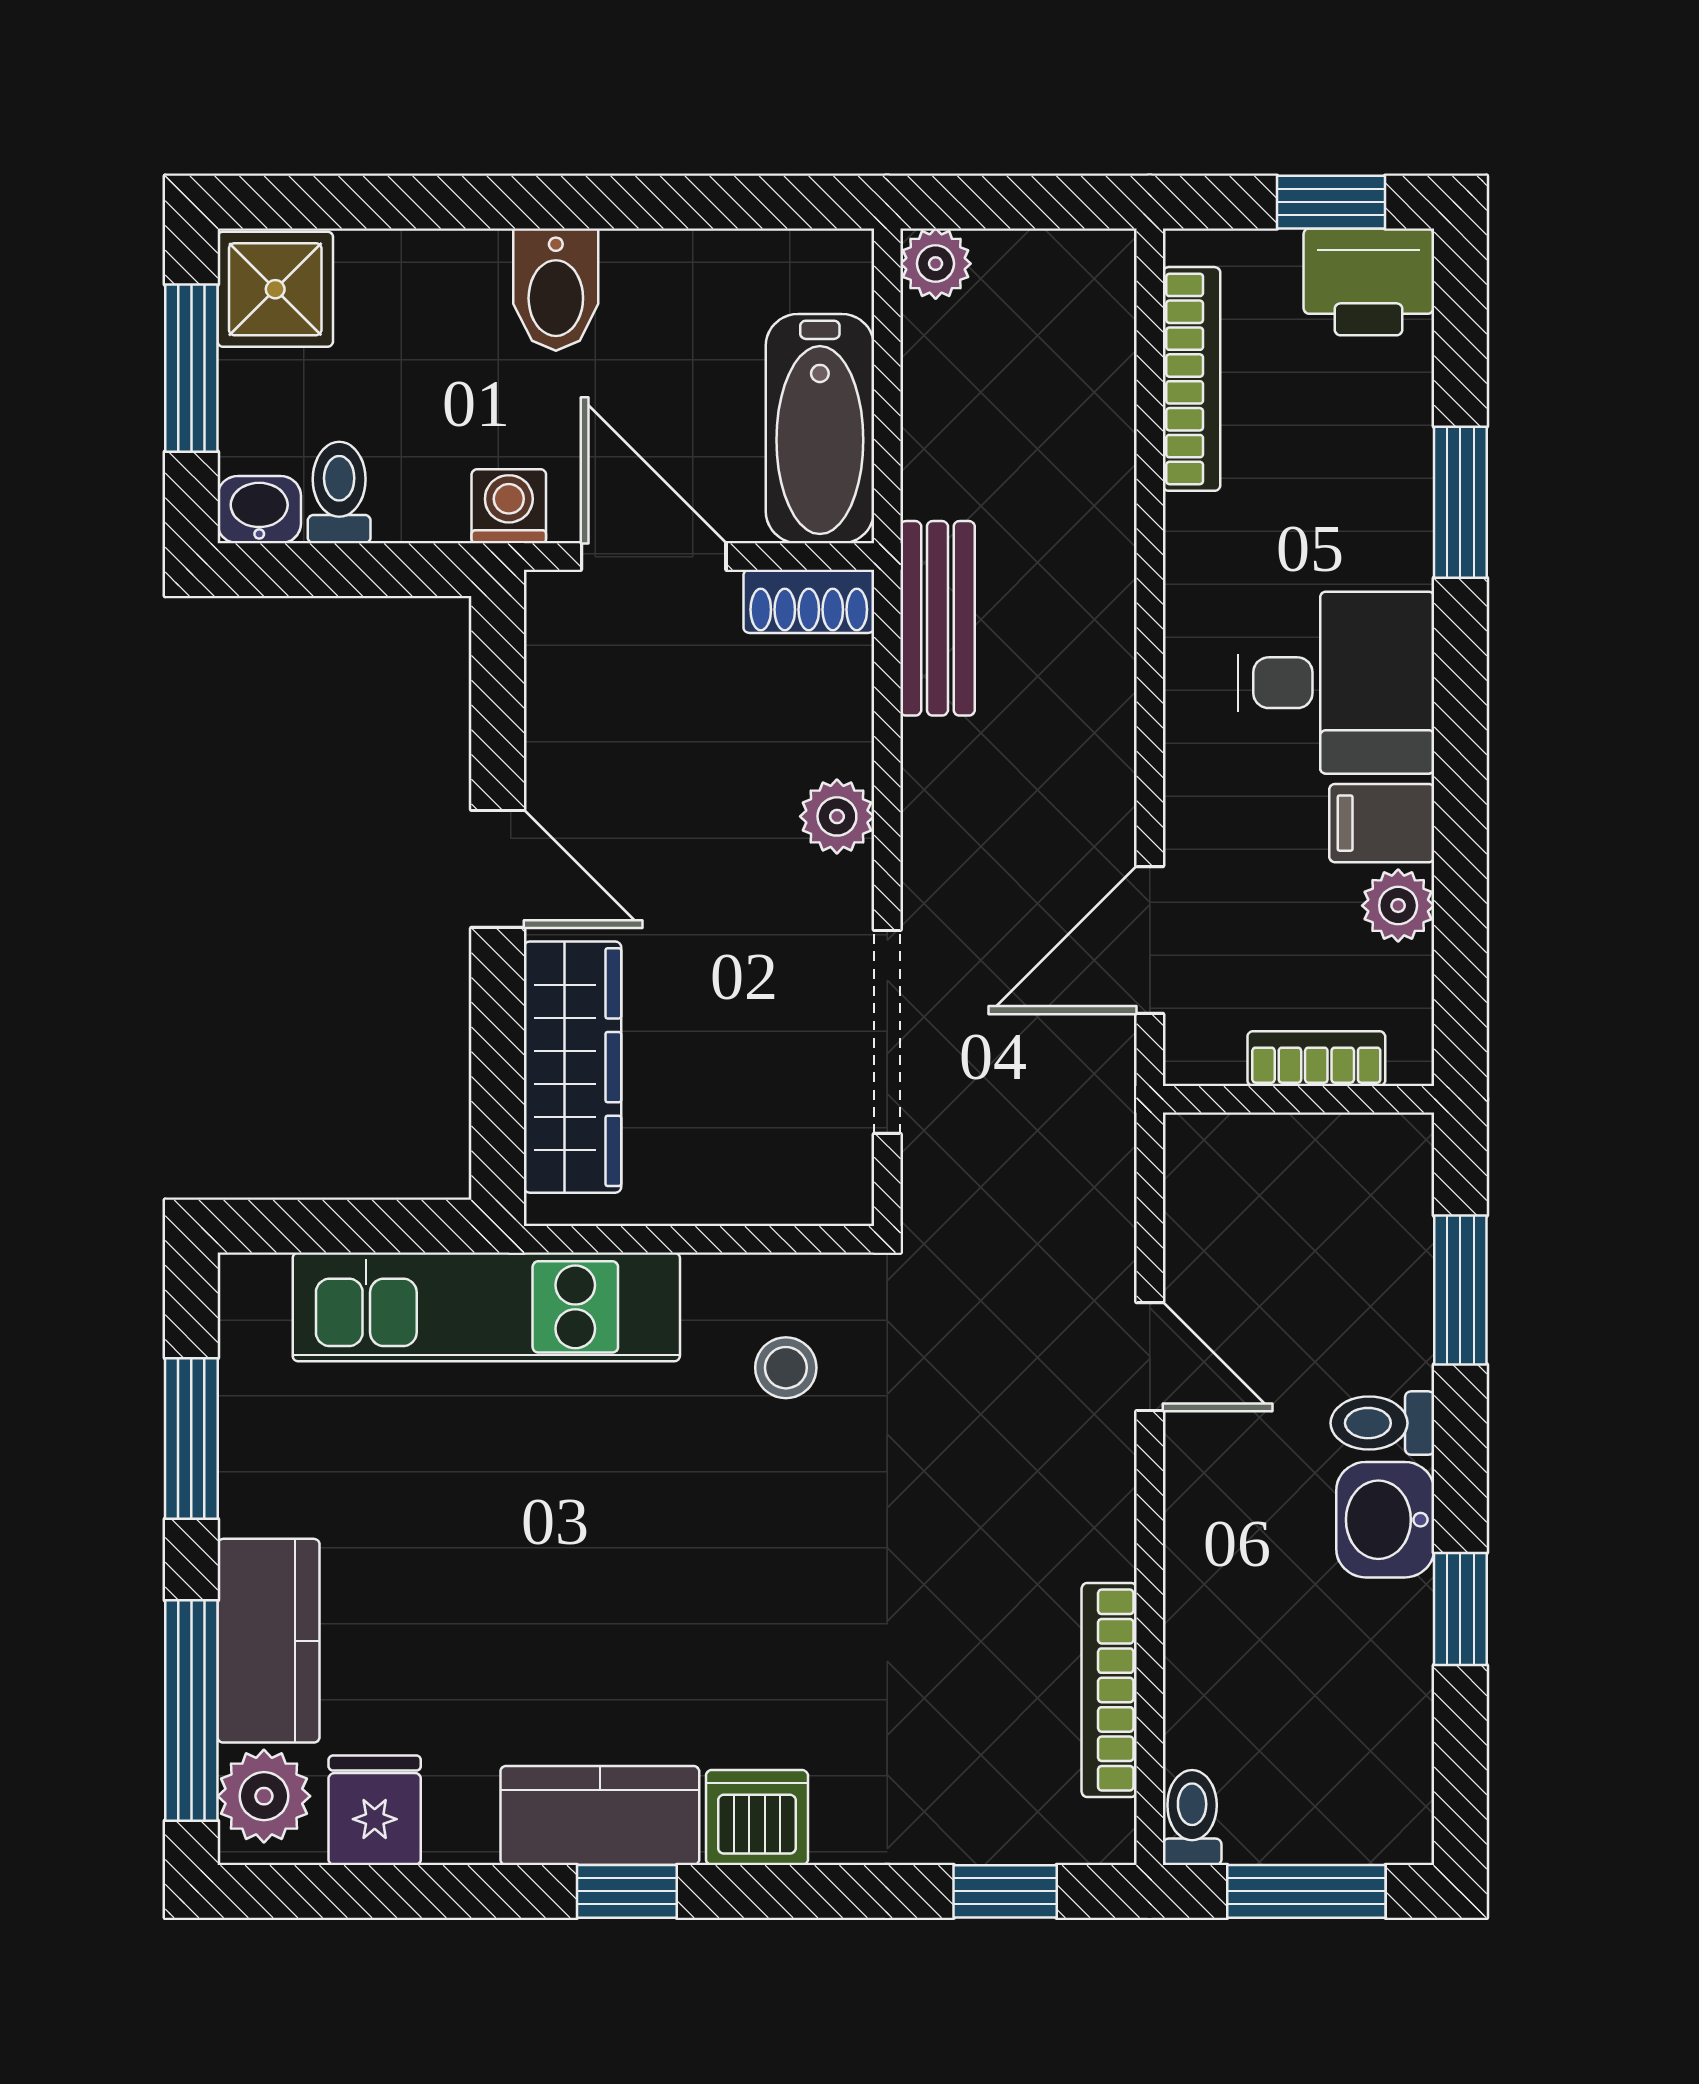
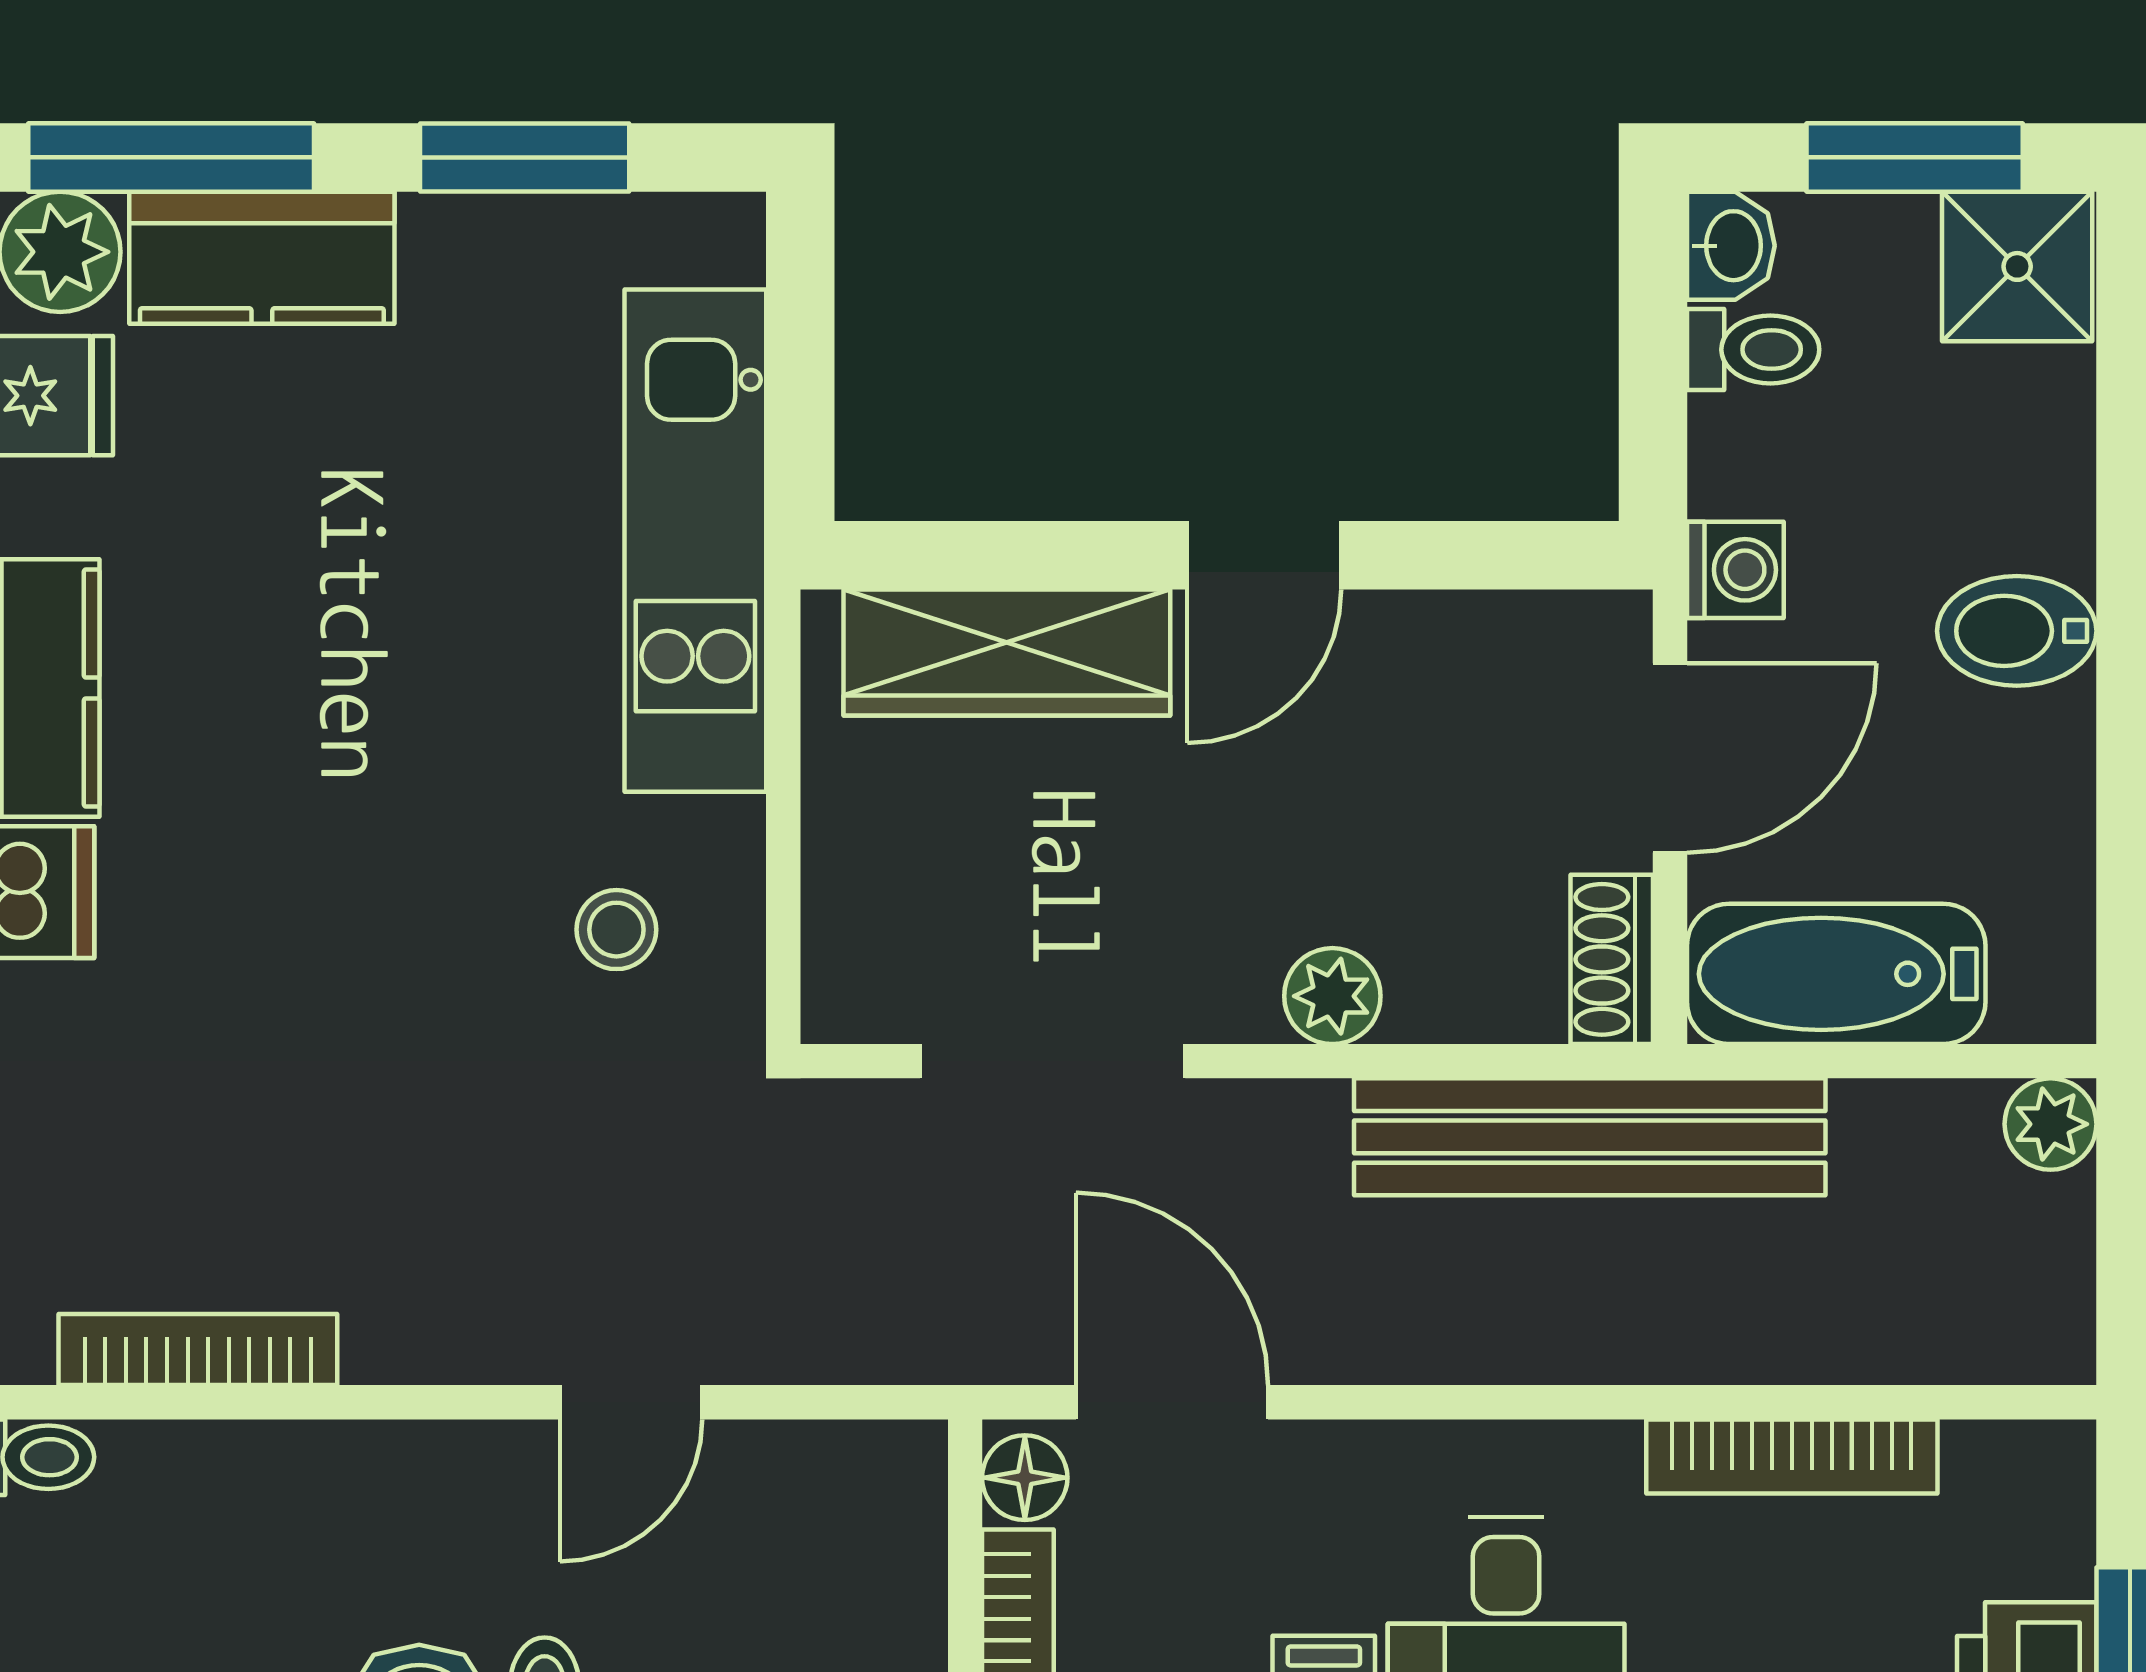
bookcase: (1192, 379) -> (1792, 1457), moved
bench: (937, 618) -> (1590, 1137), width x1.86, depth x1.21
floor lamp: (1208, 1053) -> (1025, 1478), added

